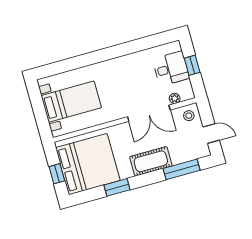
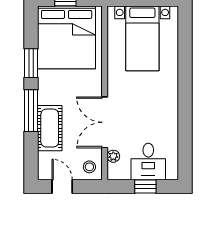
door: (211, 133) -> (62, 187), swing flipped
cot: (151, 161) -> (50, 128), moved
window: (182, 169) -> (31, 111), moved

